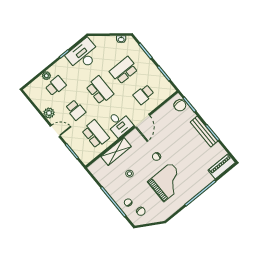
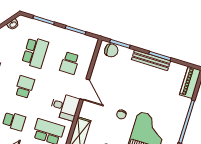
school desk: (124, 70) -> (35, 53), turned 180
school desk: (100, 90) -> (25, 87), width x0.54

